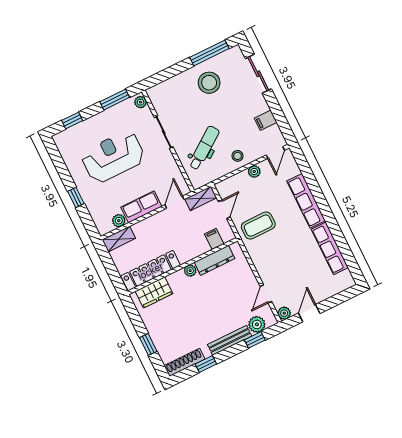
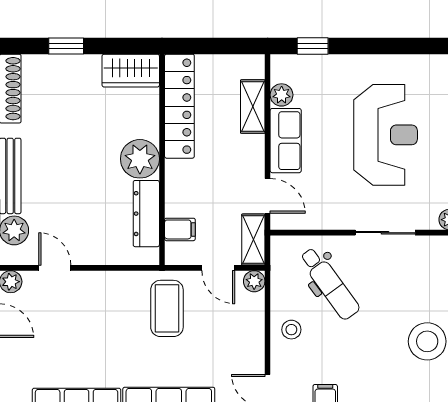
plant: (254, 172) -> (254, 281), moved
window: (76, 197) -> (313, 46), moved
shelving: (119, 239) -> (253, 107), moved
plant: (190, 271) -> (140, 159), width x1.87, depth x1.87
wardrobe: (154, 292) -> (131, 71), moved, turned -90

